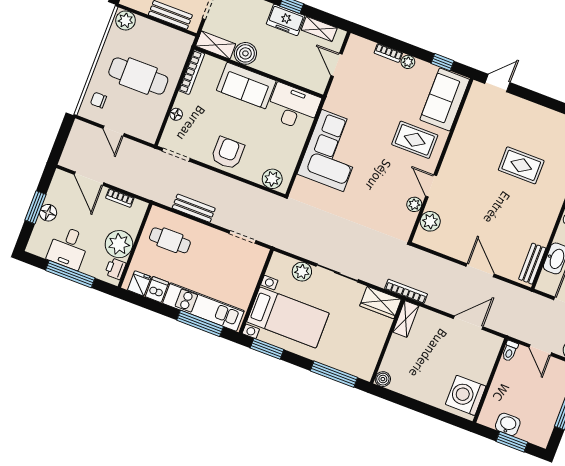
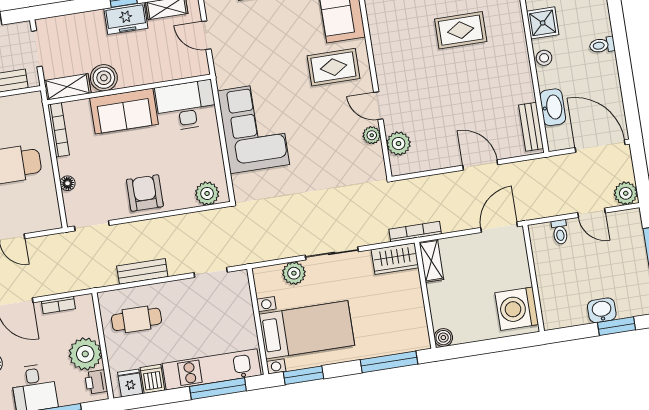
wall: (490, 380) -> (534, 278), moved
washing machine: (466, 395) -> (517, 309), moved

